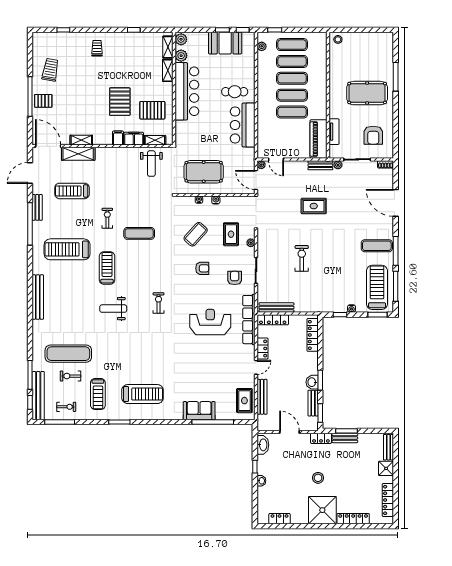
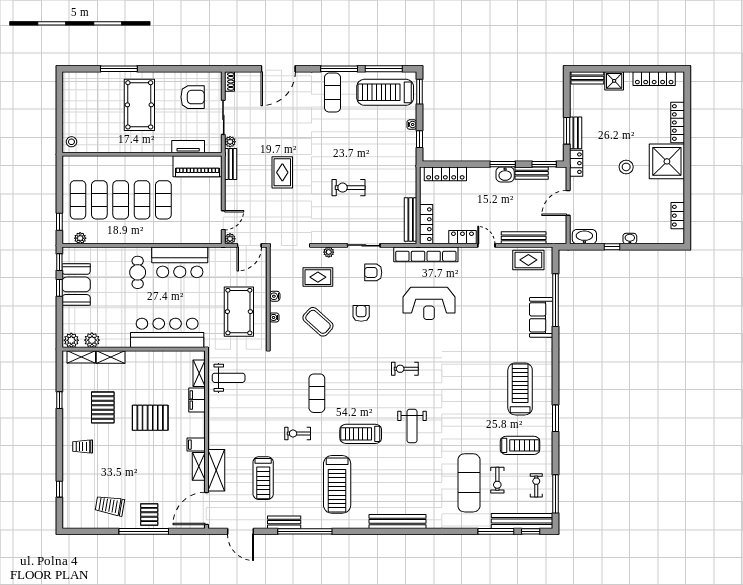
bar counter: (187, 91) -> (167, 333), moved
pallet: (152, 110) -> (103, 407), moved
filing cabinet: (118, 138) -> (196, 445), moved
reception desk: (210, 322) -> (429, 303), turned -90

